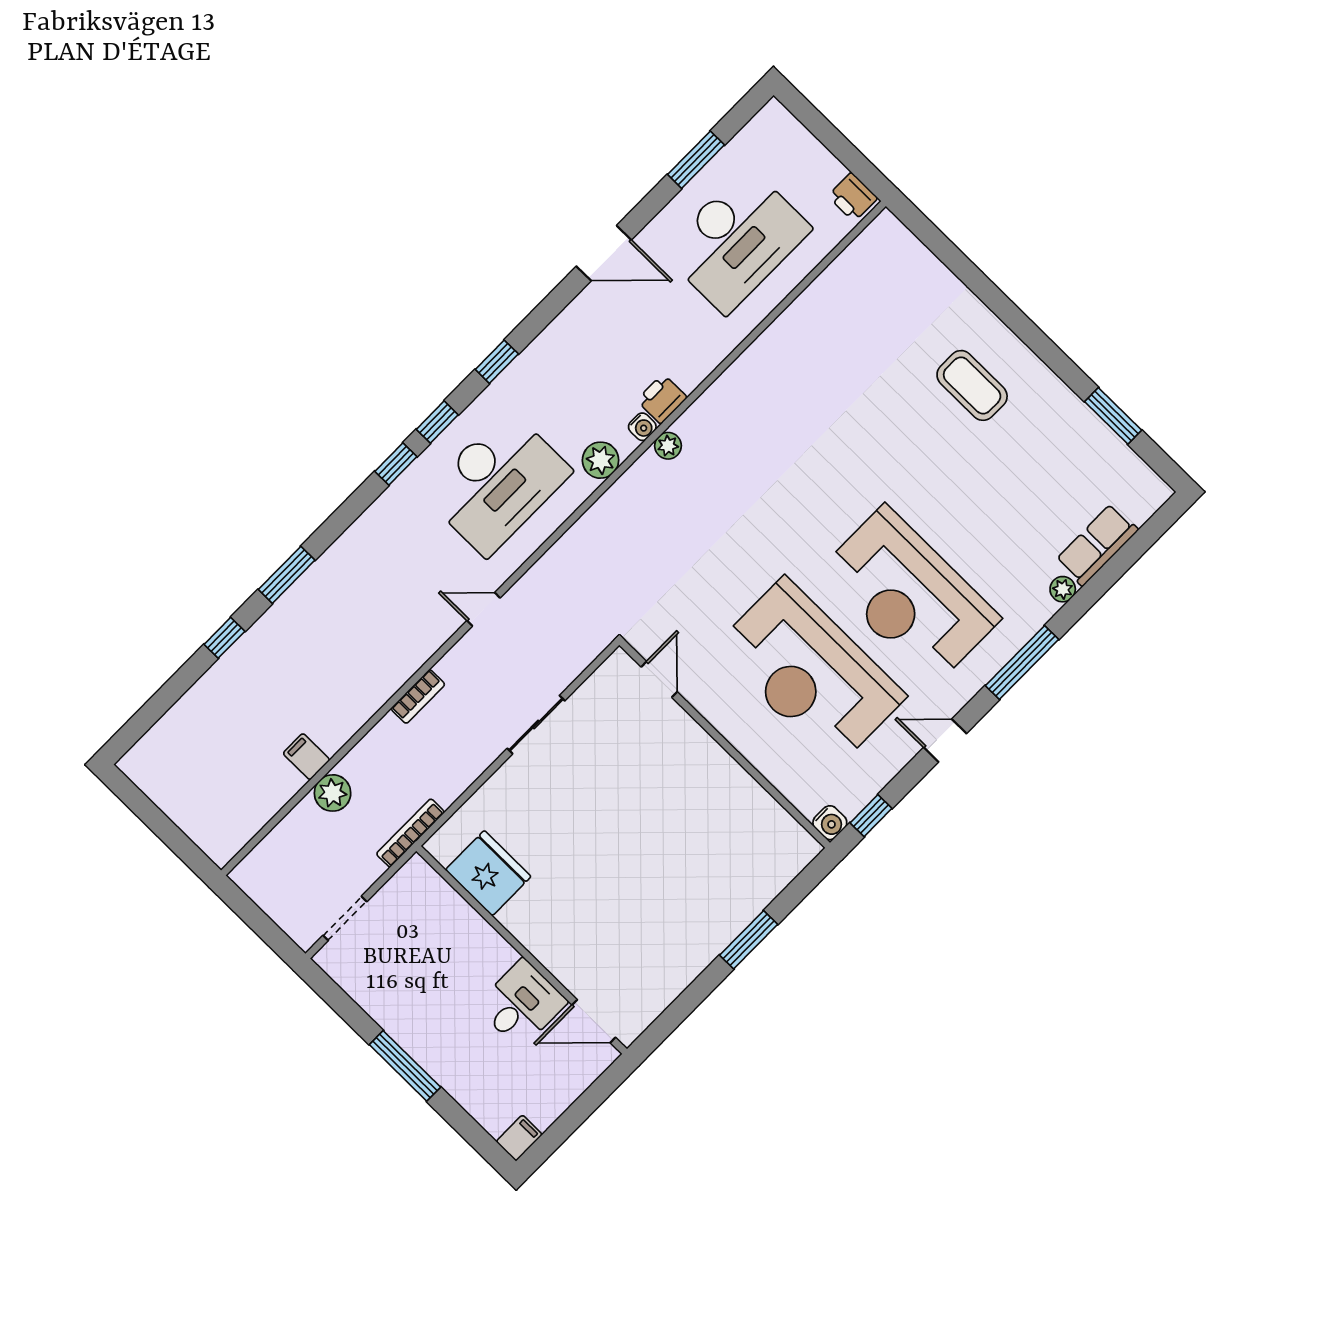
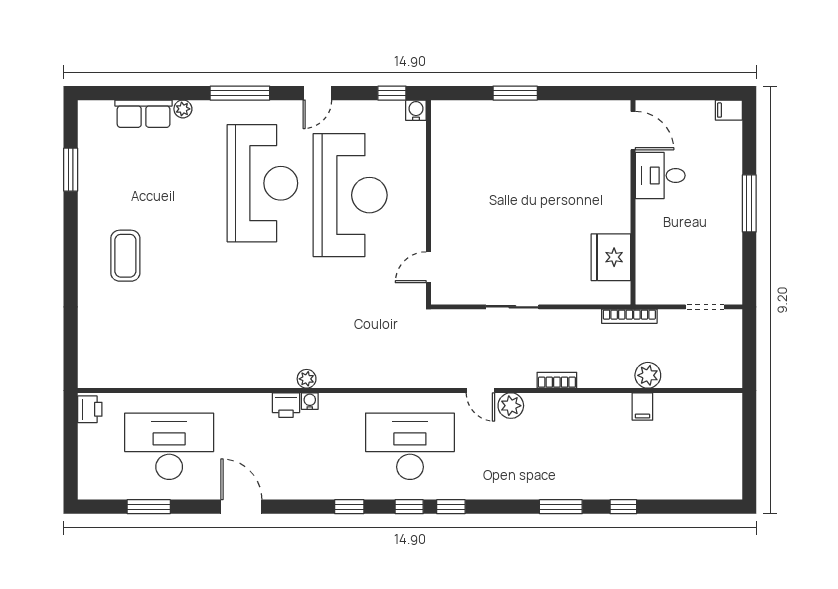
plant: (601, 460) -> (511, 406), moved
door: (945, 740) -> (317, 93), hinge flipped

